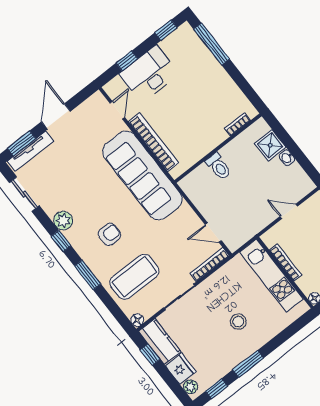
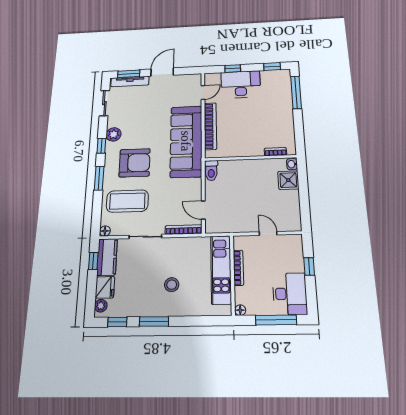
washbasin: (287, 158) -> (292, 164), moved
toilet: (218, 166) -> (211, 171), moved
armchair: (109, 234) -> (135, 163), width x1.88, depth x1.88

